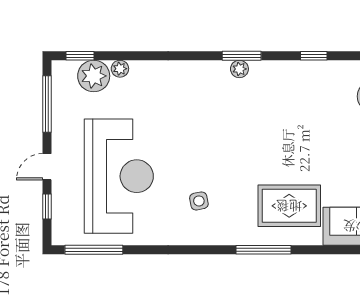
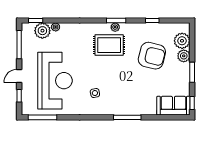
armchair: (313, 126) -> (152, 56), added
rug: (289, 206) -> (109, 45), moved

